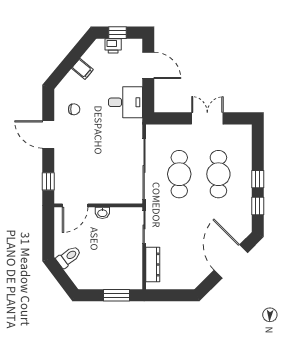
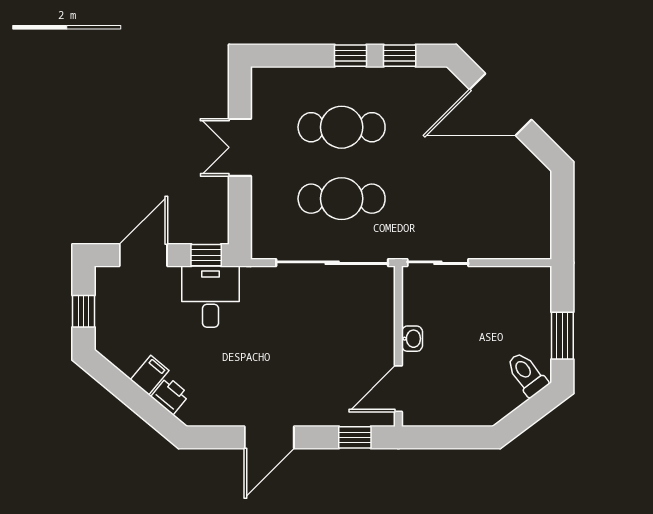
printer: (113, 46) -> (170, 396), moved, turned -50
window: (148, 100) -> (206, 255), added
chair: (74, 109) -> (223, 390), removed
door: (75, 205) -> (398, 389), swing flipped
toilet: (69, 257) -> (527, 374), moved
dresser: (153, 265) -> (506, 247), removed
window: (117, 295) -> (562, 336), moved

